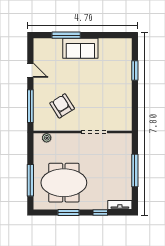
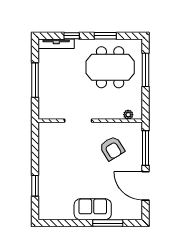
door: (30, 70) -> (145, 186), width x1.88
tv unit: (120, 205) -> (56, 44), width x1.41

